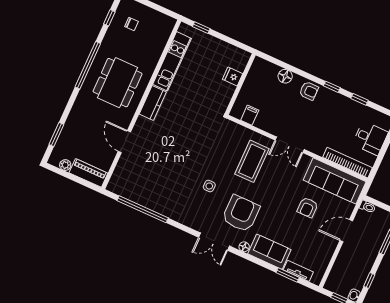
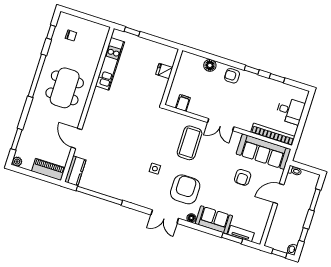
armchair: (309, 91) -> (232, 76), turned 180
kitchen counter: (153, 103) -> (75, 171), moved
plant: (65, 165) -> (17, 162), moved

